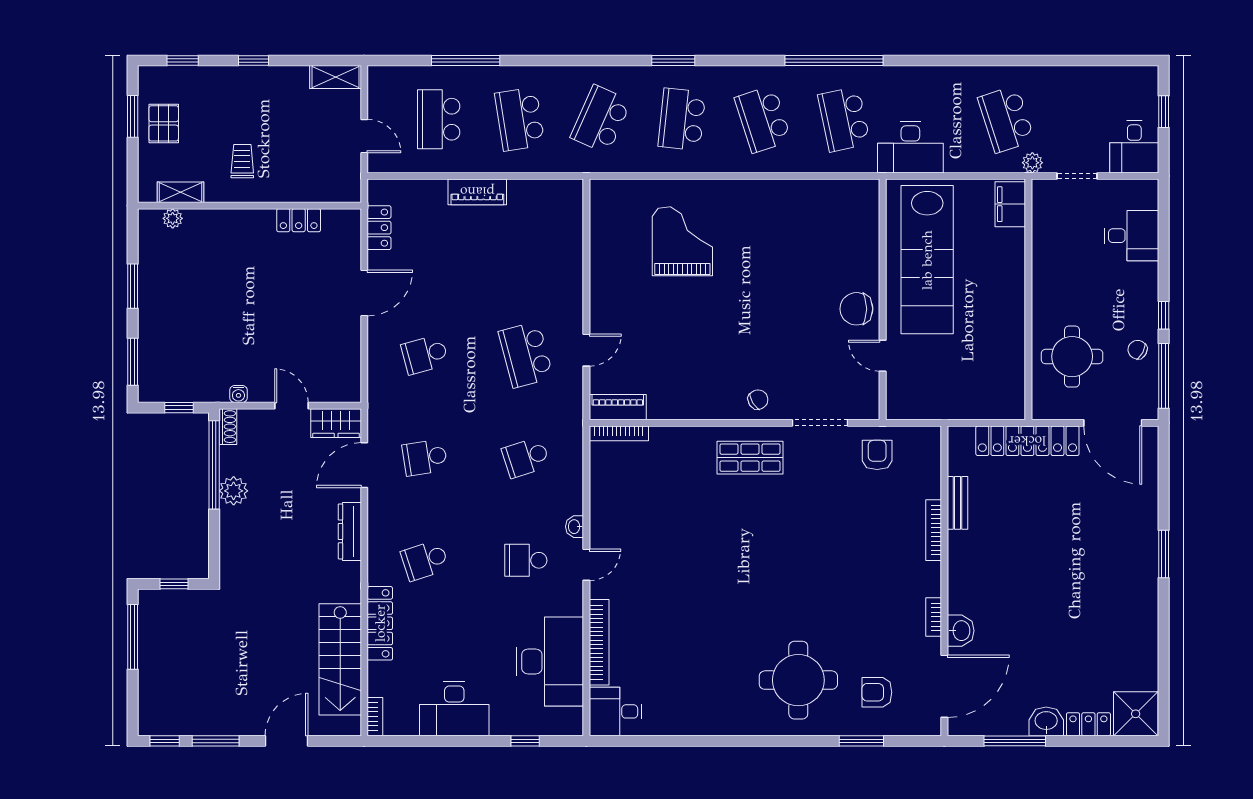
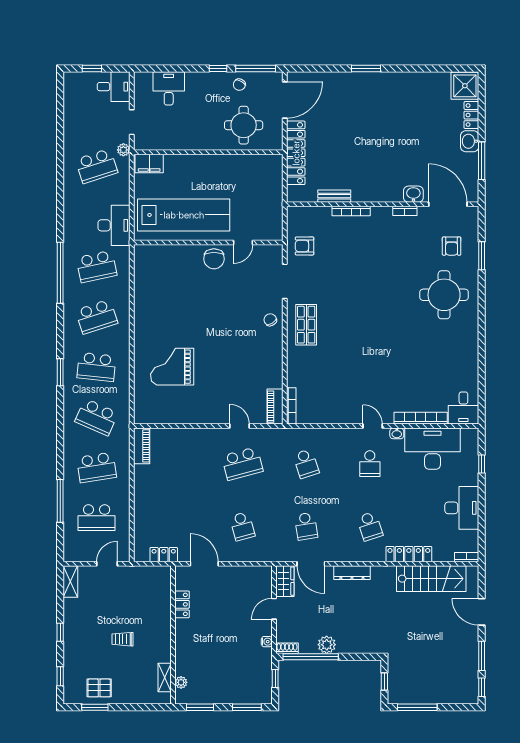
shelving: (181, 192) -> (165, 678), moved
piano: (477, 192) -> (142, 446), moved
wall: (249, 206) -> (173, 635), moved
plant: (173, 218) -> (181, 682), moved
locker: (299, 220) -> (182, 604), moved
washbasin: (575, 527) -> (397, 433), moved

